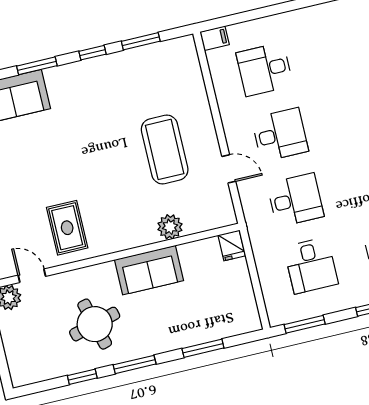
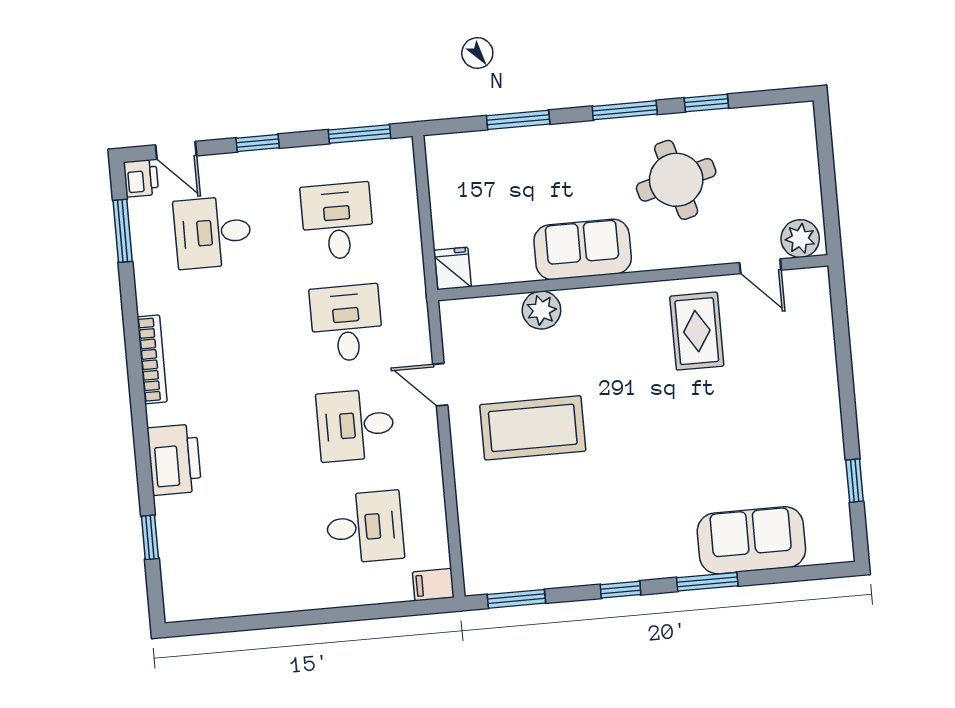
window: (141, 41) -> (516, 599), moved
coffee table: (165, 149) -> (533, 428), turned 90
desk: (295, 200) -> (346, 323), turned 90

